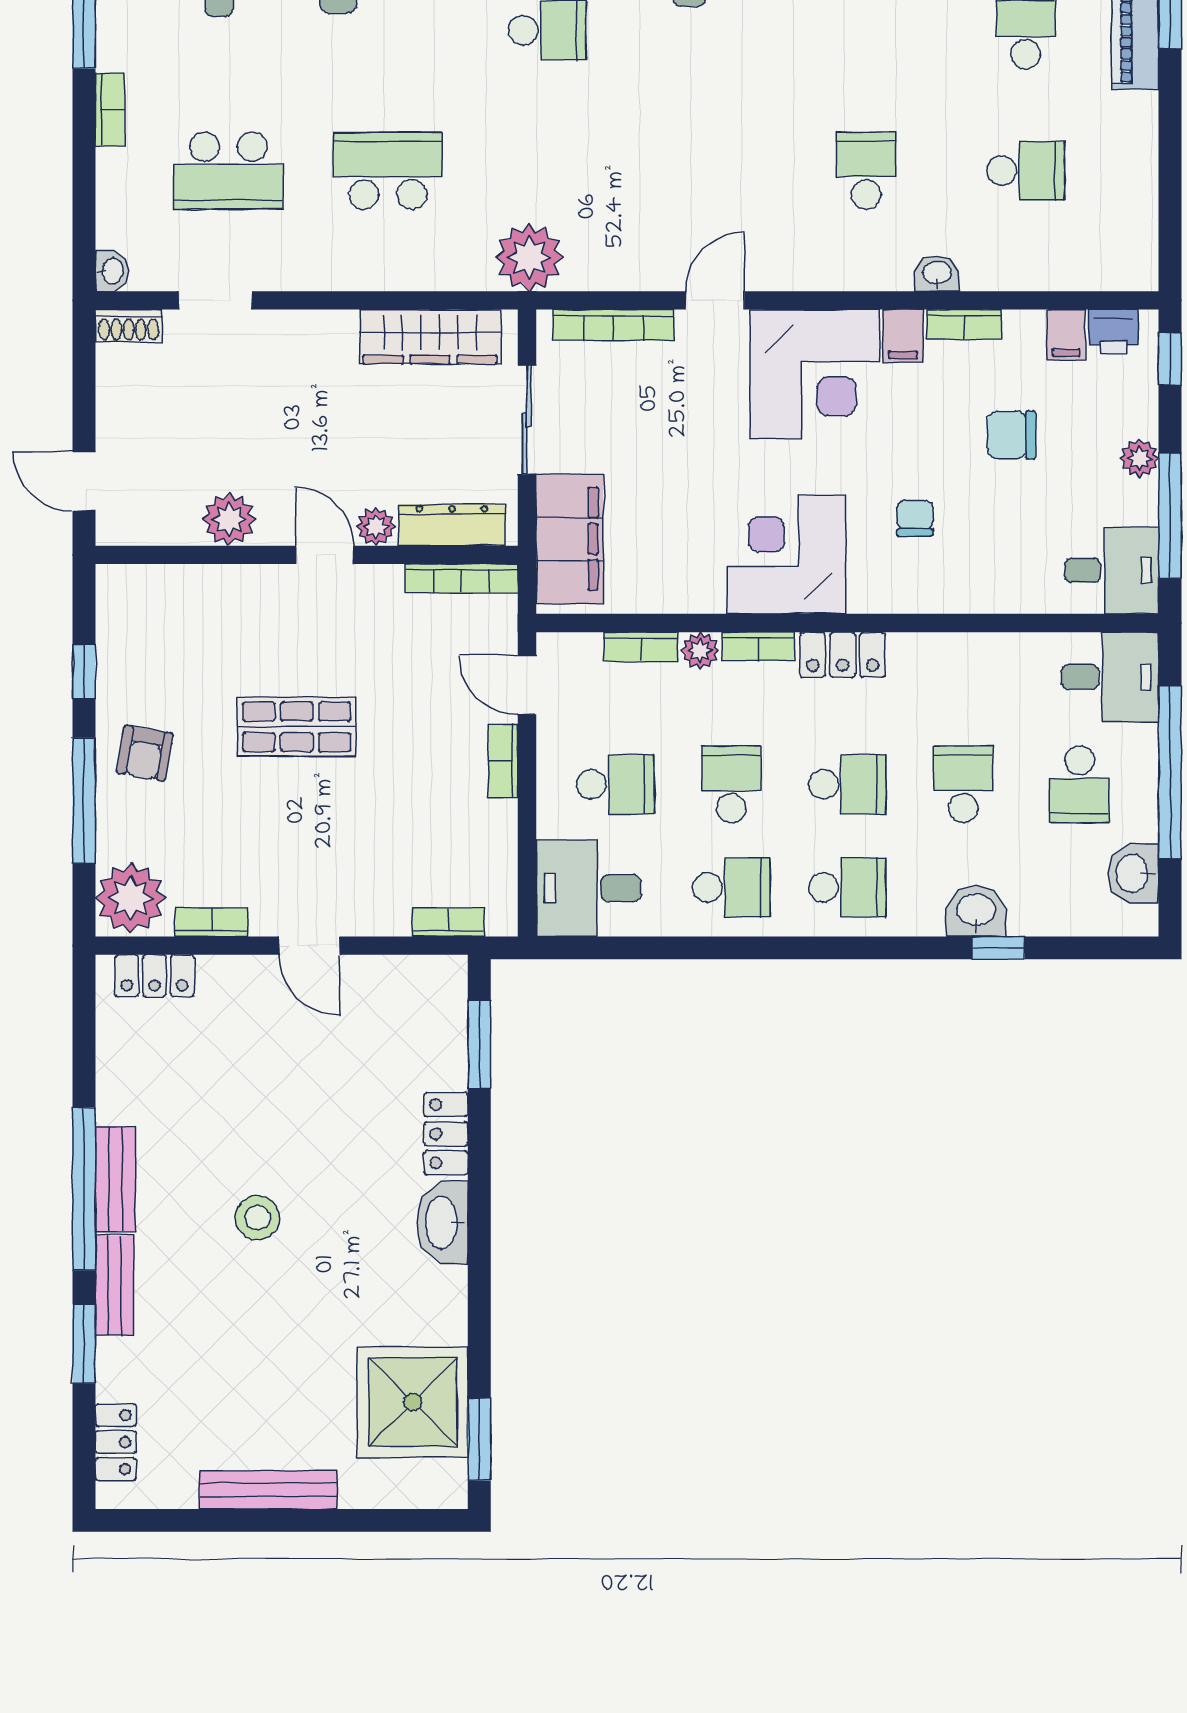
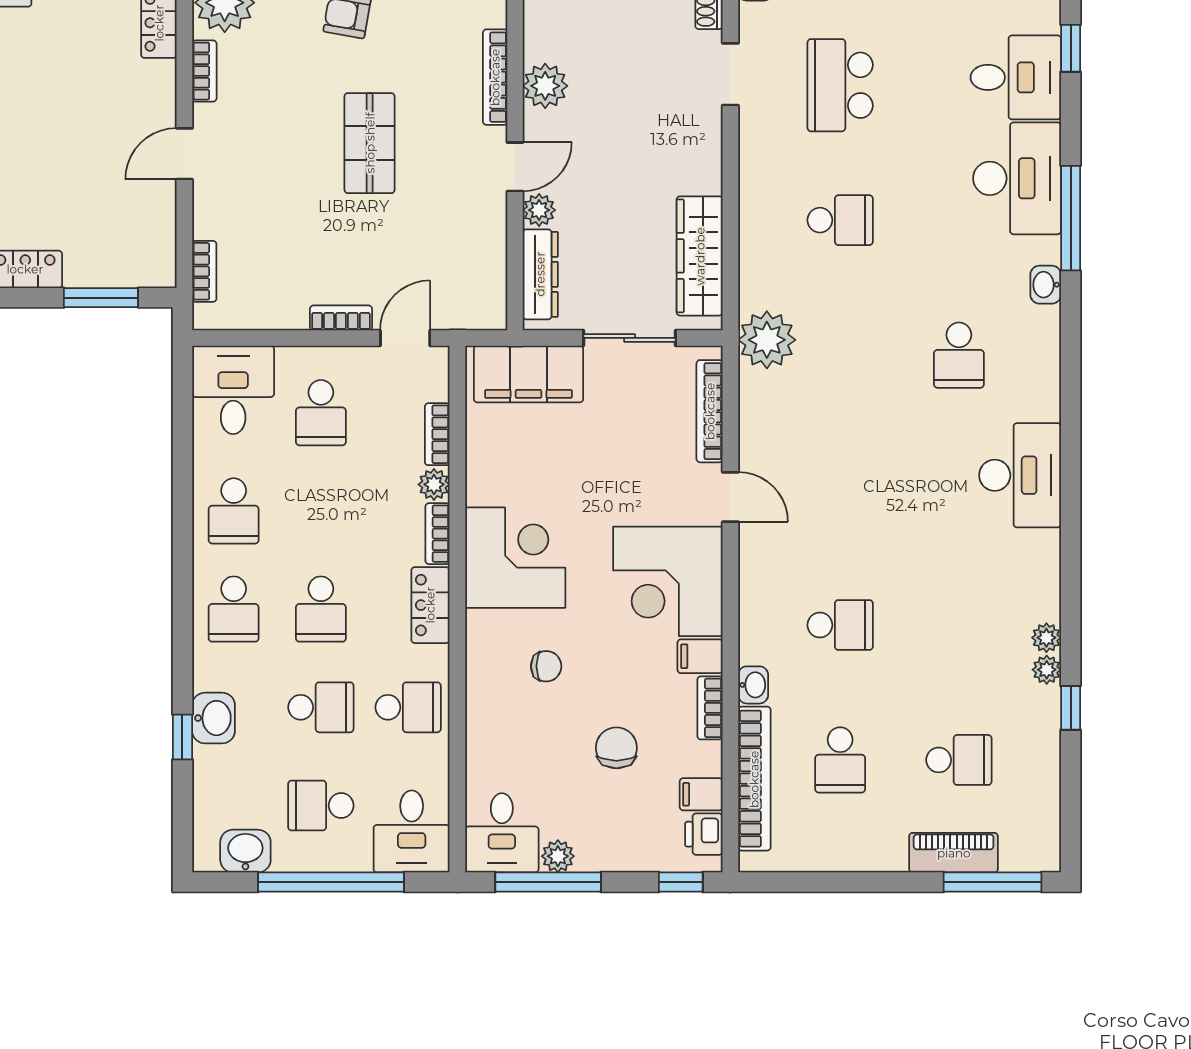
school desk: (388, 171) -> (840, 220), width x0.54
bookcase: (1048, 272) -> (754, 779), added
plant: (1139, 458) -> (558, 856), moved
bookcase: (461, 578) -> (495, 77), moved
school desk: (731, 784) -> (408, 707), moved

